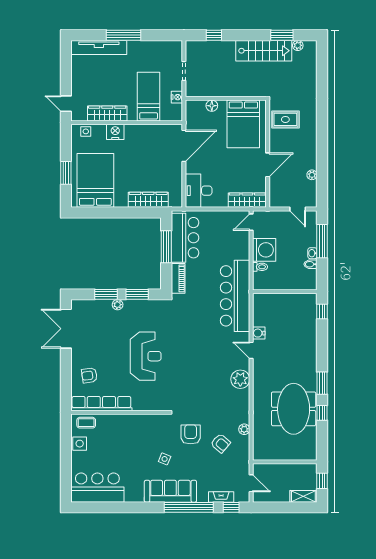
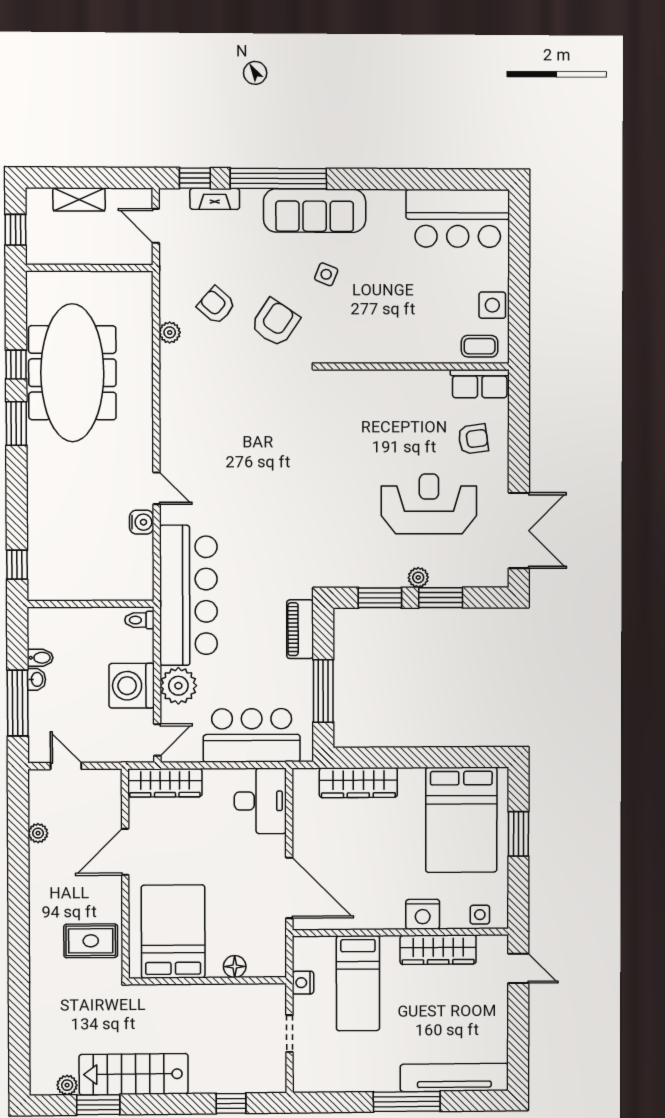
door: (184, 146) -> (289, 888), swing flipped
bar counter: (185, 238) -> (252, 735), moved, turned 90
toilet: (260, 267) -> (139, 620), moved
reception desk: (146, 356) -> (429, 504), moved, turned 90
plant: (240, 379) -> (178, 686), moved
row of seats: (101, 404) -> (480, 384), width x0.50
meeting table: (294, 409) -> (72, 373), width x1.36
armchair: (191, 434) -> (275, 323), turned -146
shelving: (303, 496) -> (79, 199), moved

